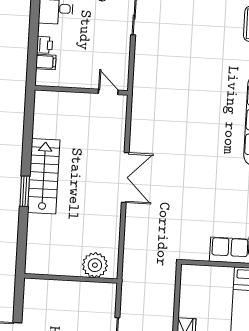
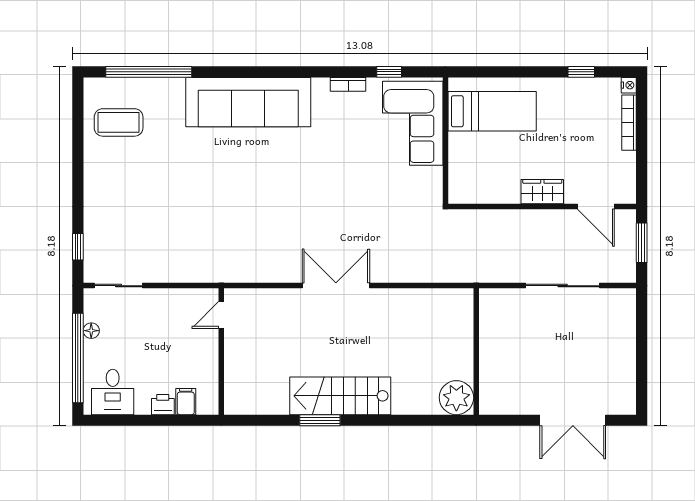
window: (25, 191) -> (320, 420), moved
plant: (95, 265) -> (456, 398), moved

